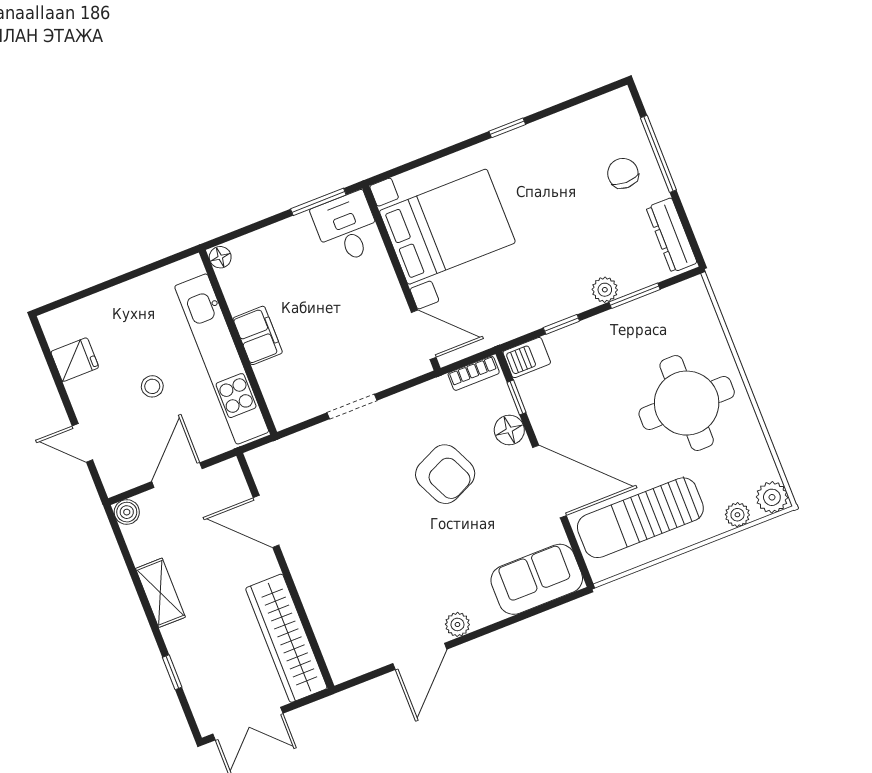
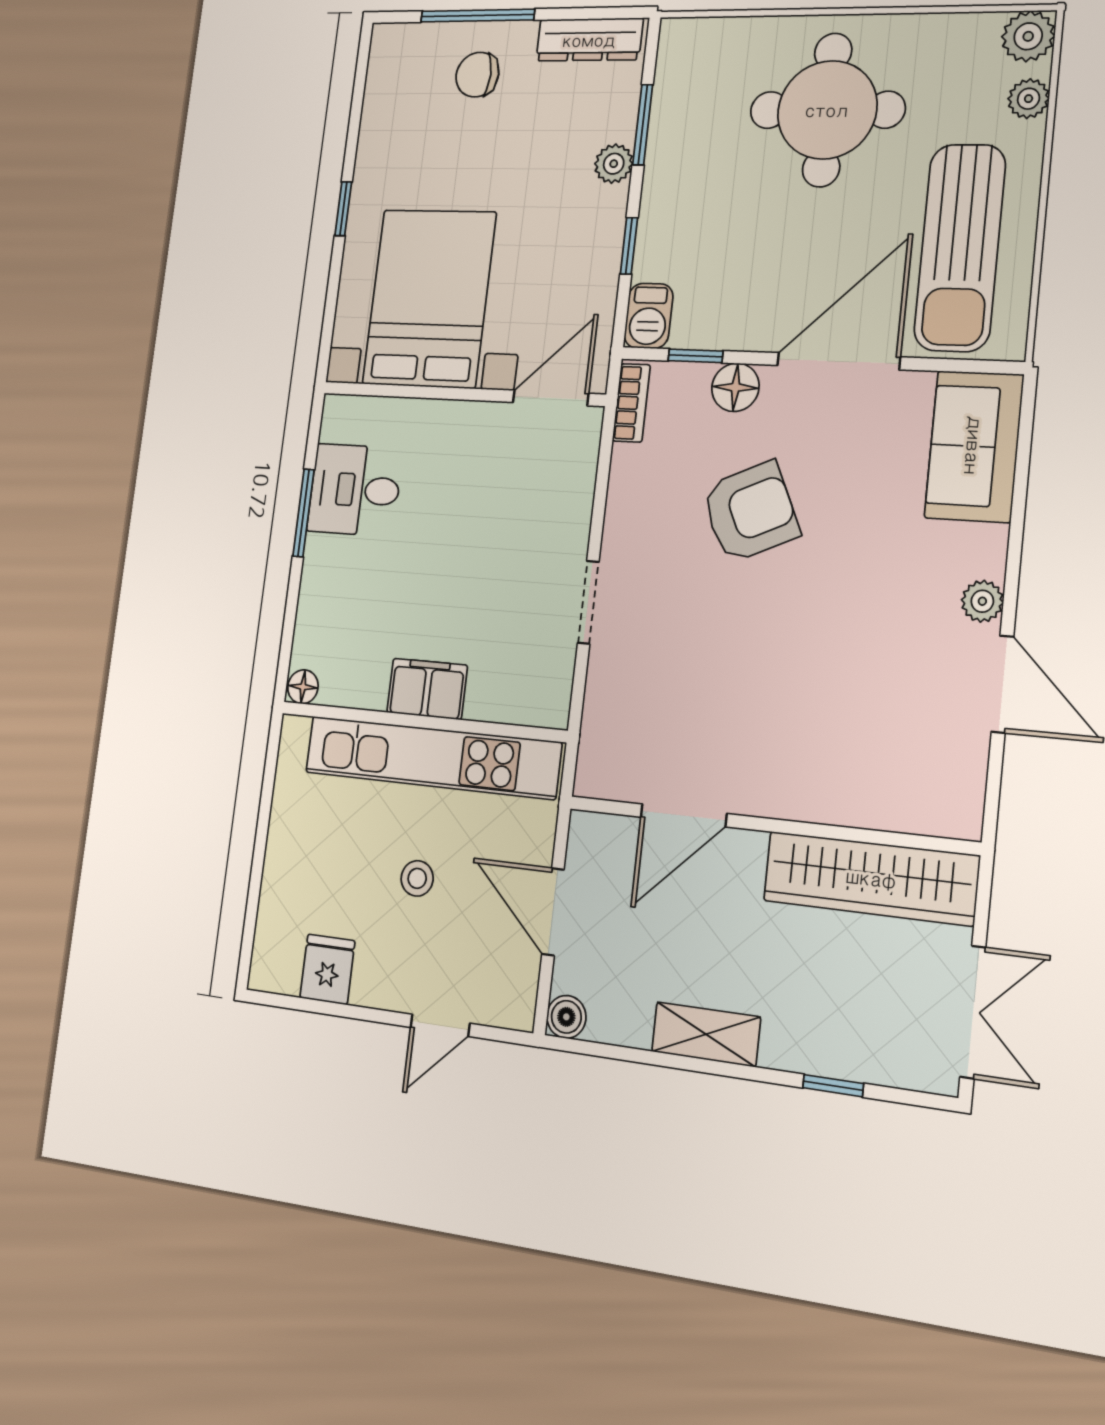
bed with nightstands: (447, 227) -> (429, 298), moved
wall: (401, 278) -> (462, 394), moved
door: (424, 335) -> (551, 398), moved

